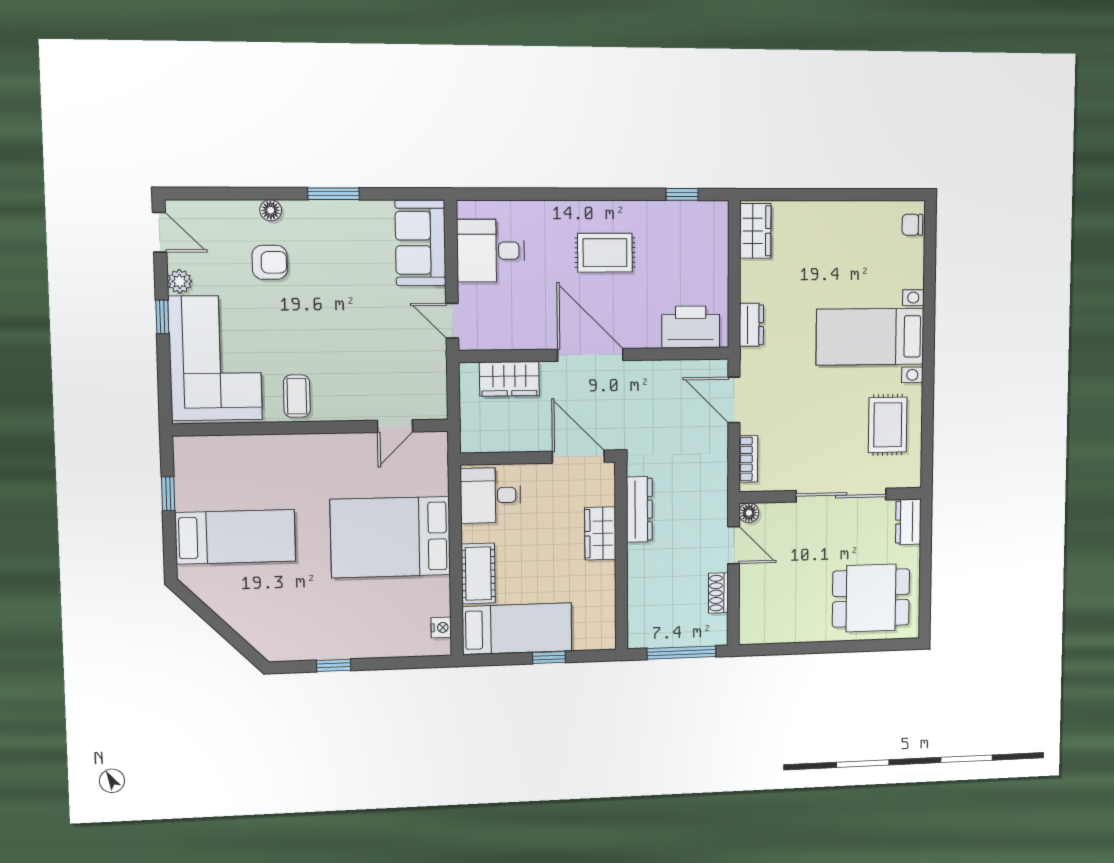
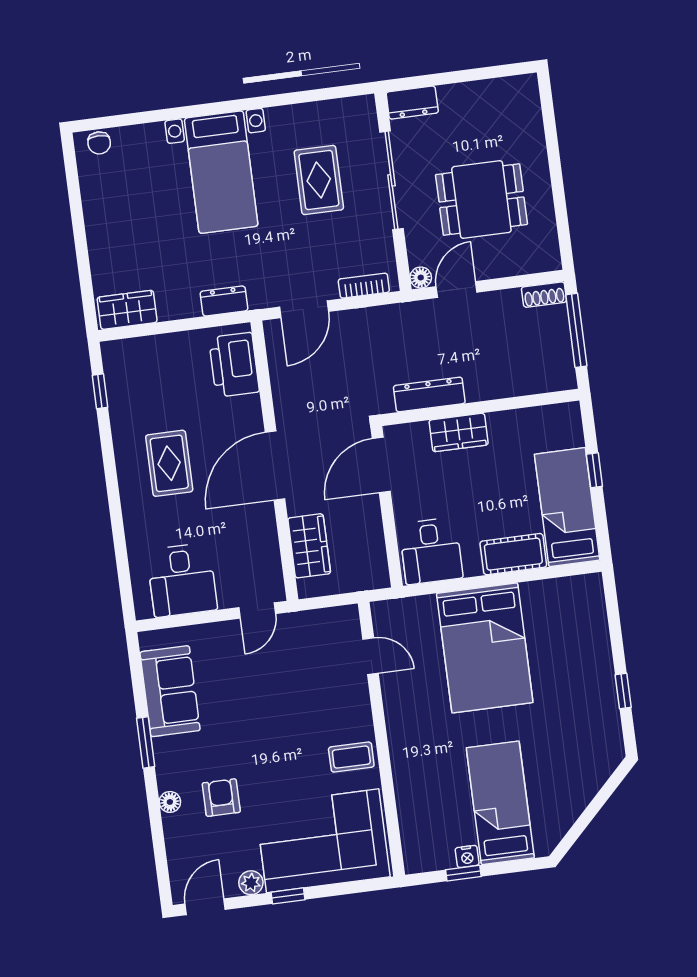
sofa: (421, 243) -> (170, 691), moved, turned -90
rug: (888, 425) -> (319, 180), moved, turned 90
shoe rack: (718, 593) -> (544, 295), moved
dining table: (871, 598) -> (481, 200), moved, turned 90
nightstand: (441, 628) -> (467, 856), moved, turned 180

